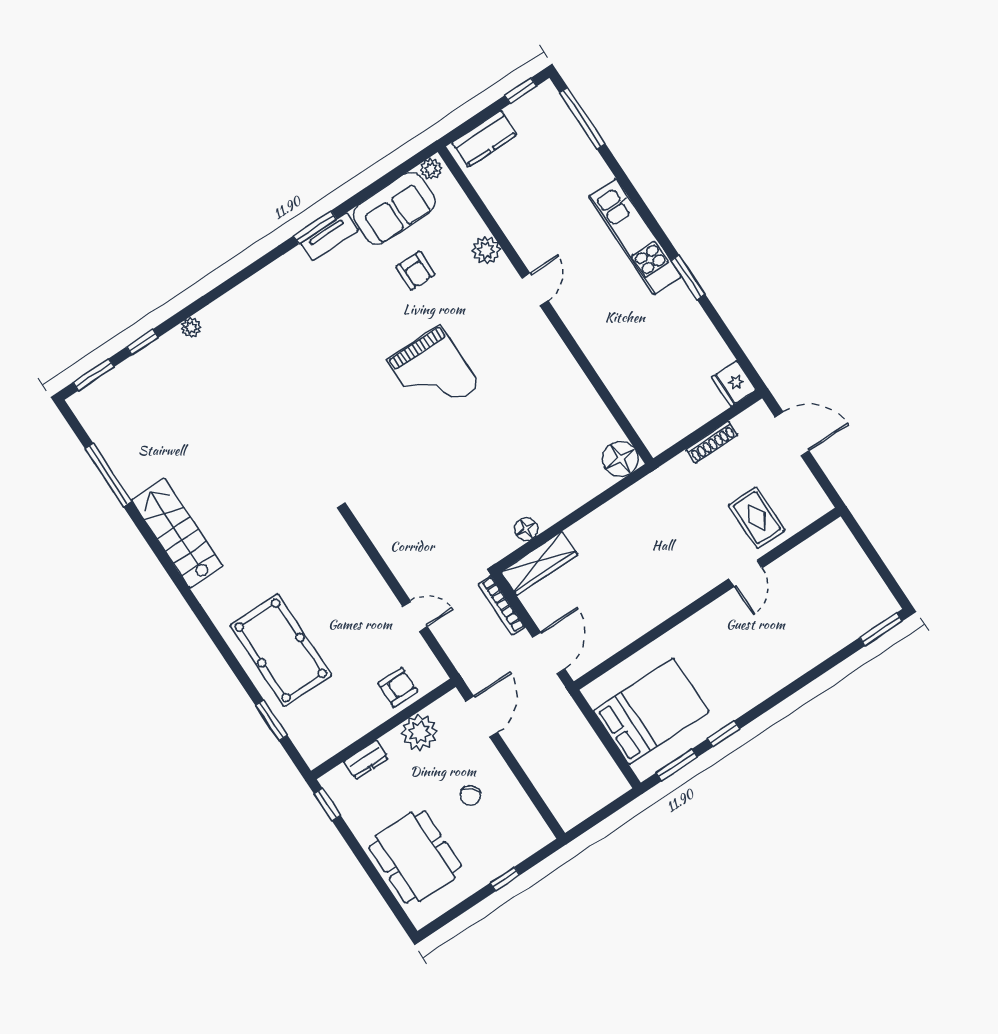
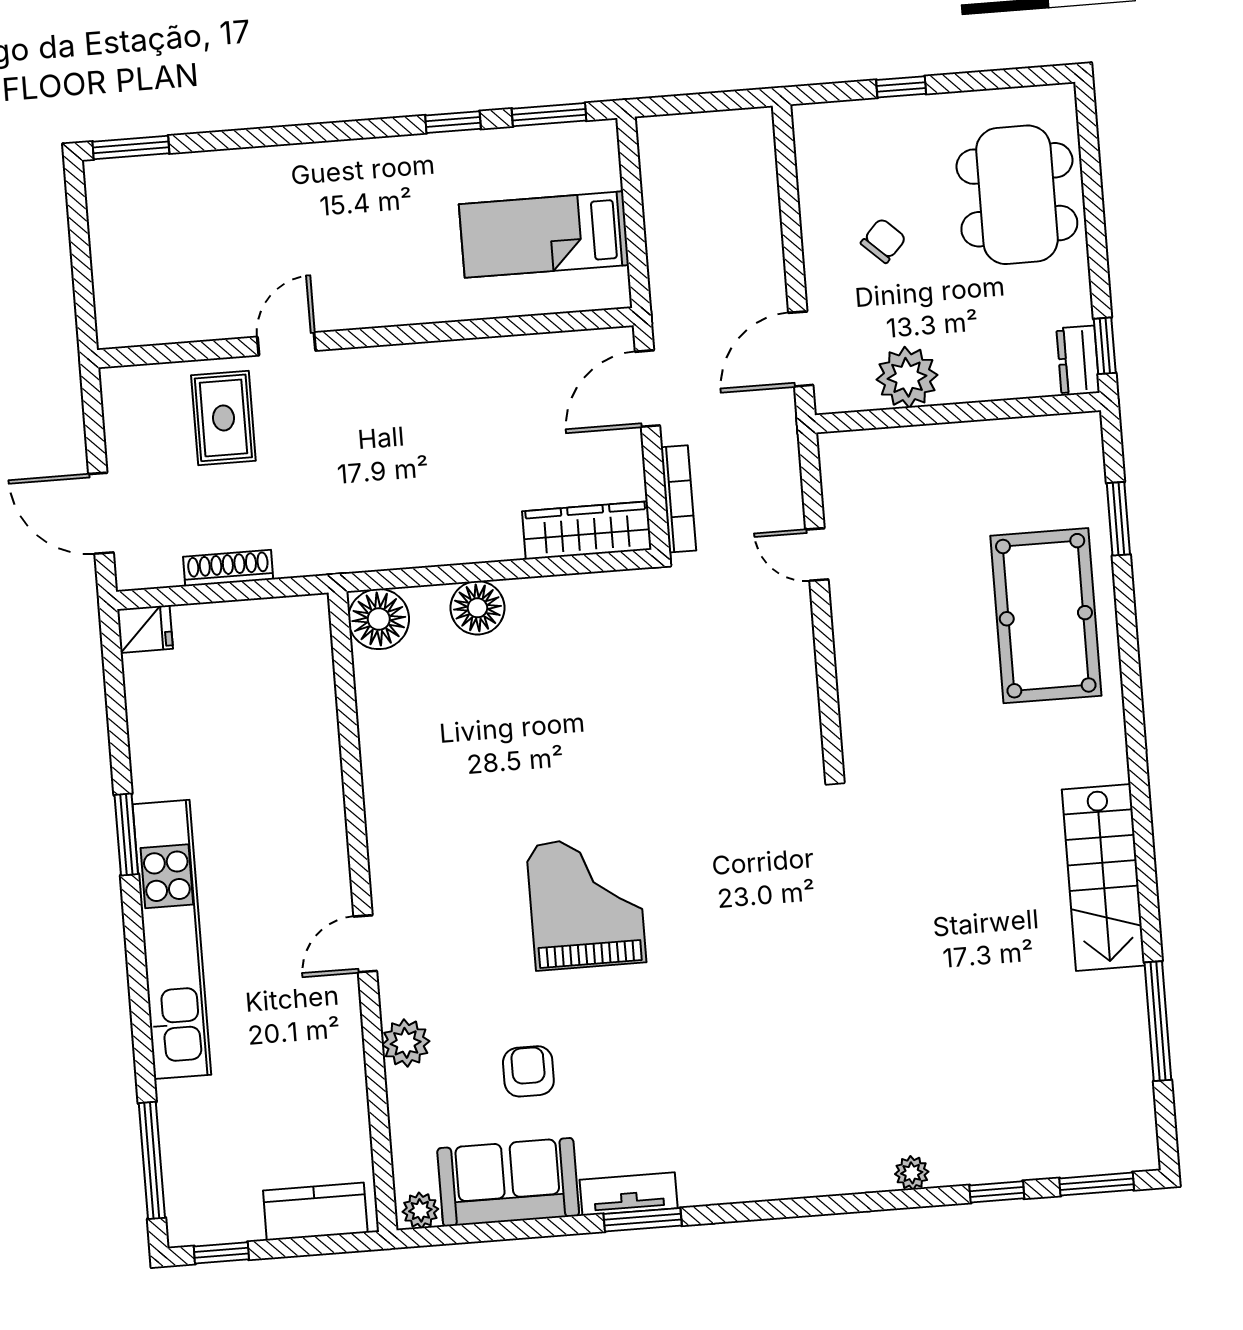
kitchen unit: (635, 237) -> (172, 939), width x1.36
fridge: (734, 383) -> (145, 629), width x0.72
floor lamp: (526, 529) -> (477, 608), moved, width x1.38, depth x1.38
armchair: (398, 687) -> (902, 463), removed
bed: (651, 711) -> (544, 235), width x0.67
dresser: (366, 760) -> (1078, 361), moved, turned -90

